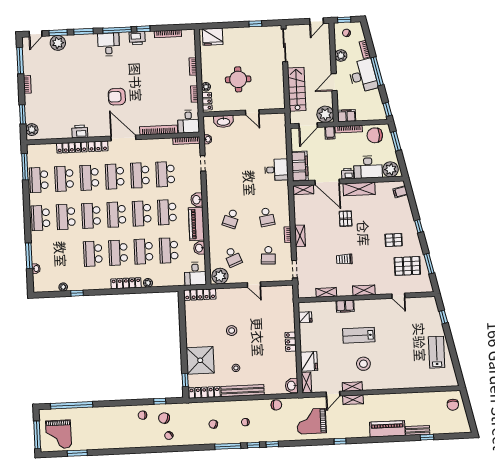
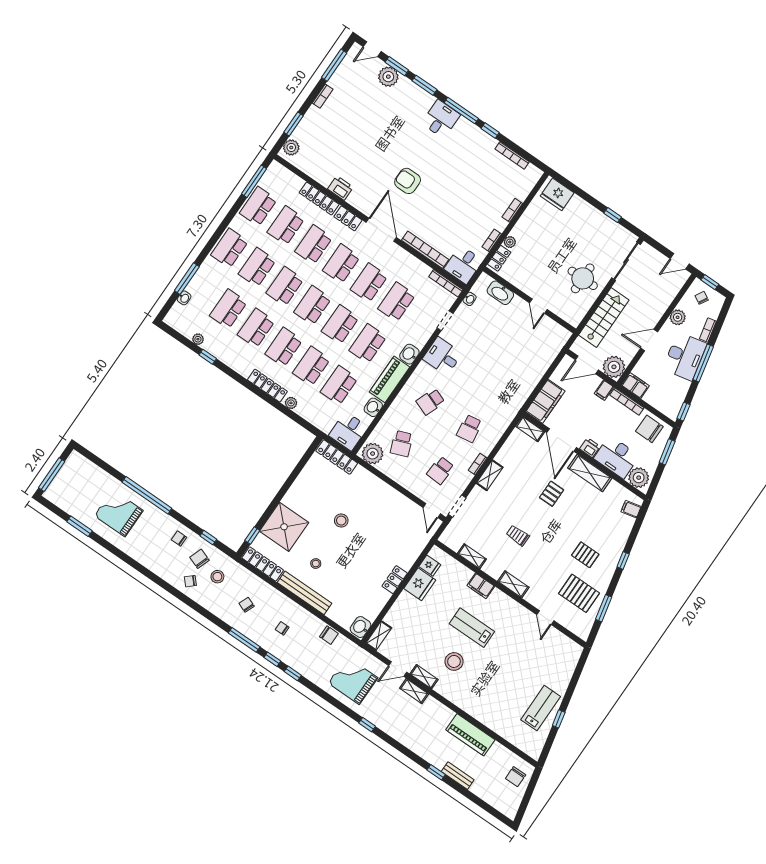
printer: (137, 38) -> (476, 135), removed
round table: (238, 79) -> (583, 278), moved
desk: (276, 170) -> (442, 356), moved, turned 180
school desk: (68, 255) -> (228, 309), added
door: (254, 285) -> (432, 511), moved
window: (443, 317) -> (559, 719), moved
fridge: (309, 361) -> (420, 584), moved
window: (72, 405) -> (147, 495), moved
stool: (183, 421) -> (217, 577), added
piano: (387, 429) -> (470, 735), moved, turned 180
grand piano: (59, 434) -> (119, 513), moved, turned 90
window: (427, 437) -> (436, 772), moved

